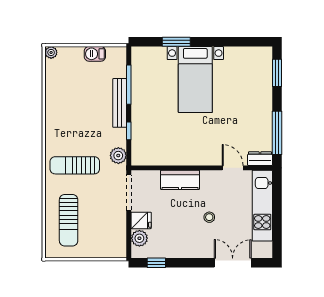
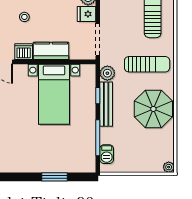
barbecue: (95, 54) -> (107, 154), moved, turned 90
bed with nightstands: (195, 80) -> (54, 94), moved, turned 180
bench: (120, 103) -> (106, 104), moved
parasol: (68, 116) -> (153, 109), added
dishwasher: (210, 179) -> (24, 52), added

